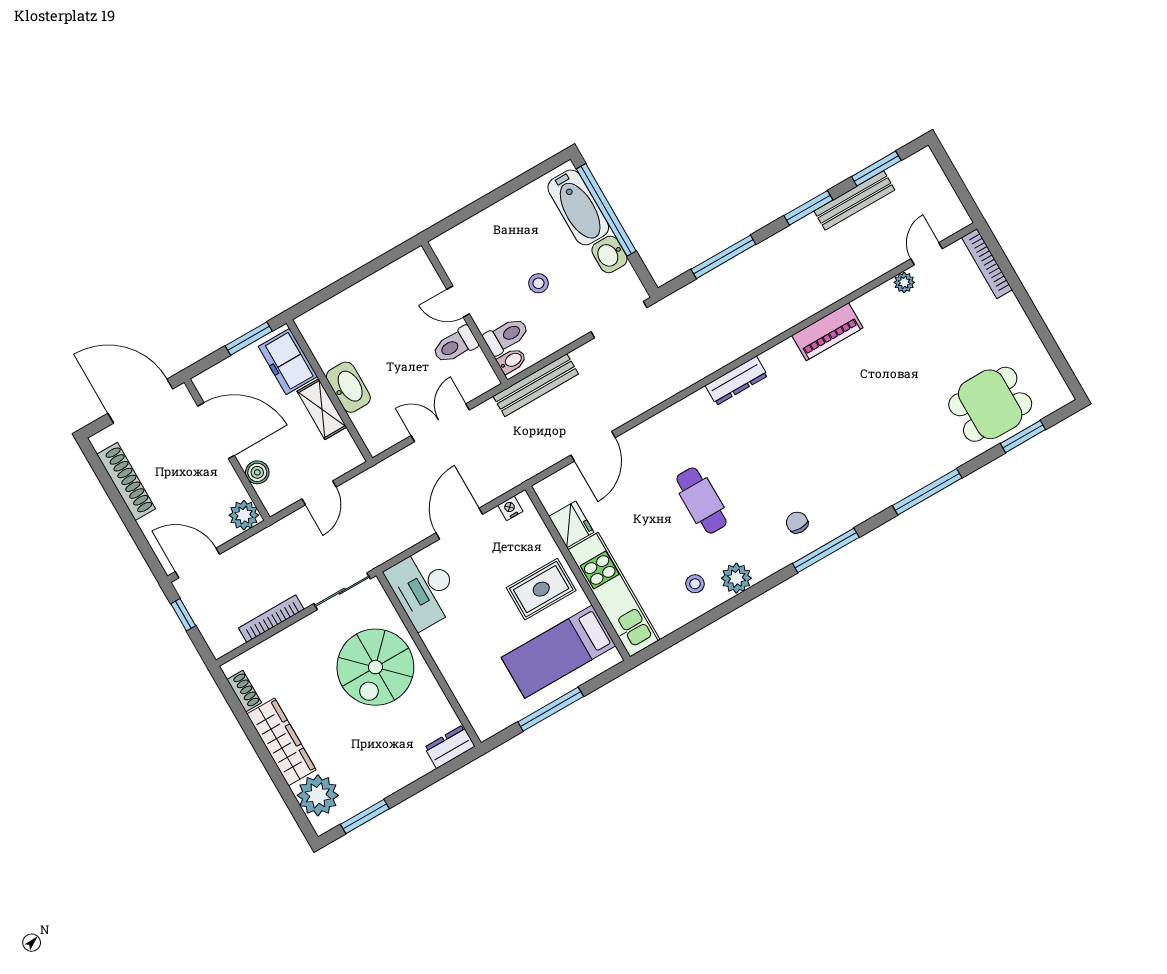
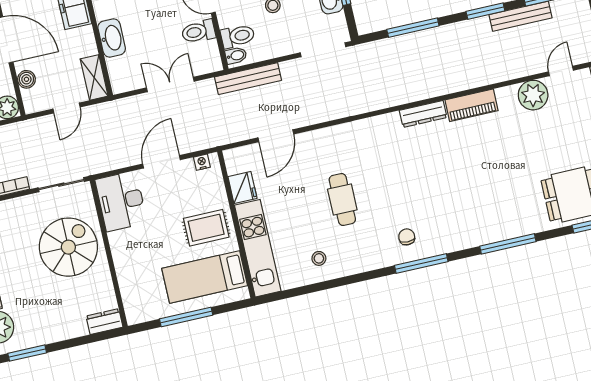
plant: (904, 282) -> (533, 95), width x1.88, depth x1.88
dresser: (736, 381) -> (423, 114), moved
shelving: (322, 409) -> (94, 77), moved
plant: (736, 578) -> (350, 264), removed
spiral stairs: (375, 667) -> (68, 247), turned 180

